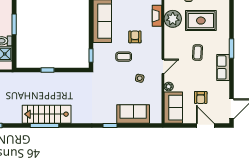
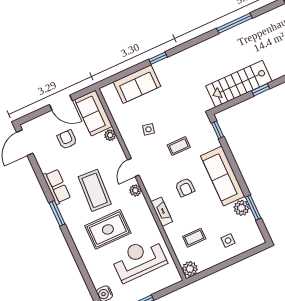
plant: (173, 19) -> (135, 190), moved, width x0.53, depth x0.53
armchair: (135, 37) -> (185, 187), moved
coffee table: (198, 53) -> (95, 190), width x1.86, depth x1.72
door: (163, 66) -> (133, 167), moved
stairs: (47, 114) -> (239, 84), moved, turned 180
door: (205, 125) -> (61, 103), moved

